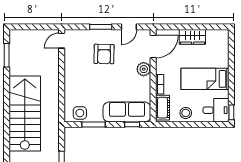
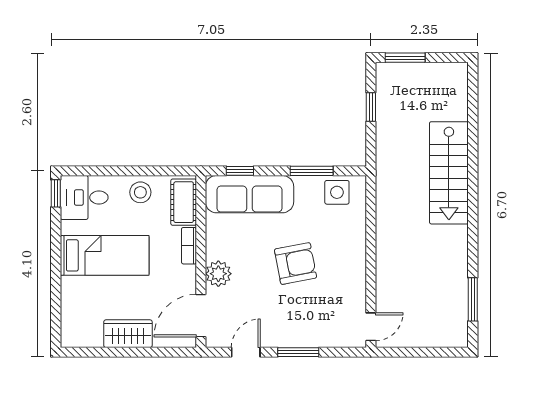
armchair: (104, 54) -> (296, 264), moved, turned 78
stairs: (25, 113) -> (449, 173), width x0.73, depth x0.66

